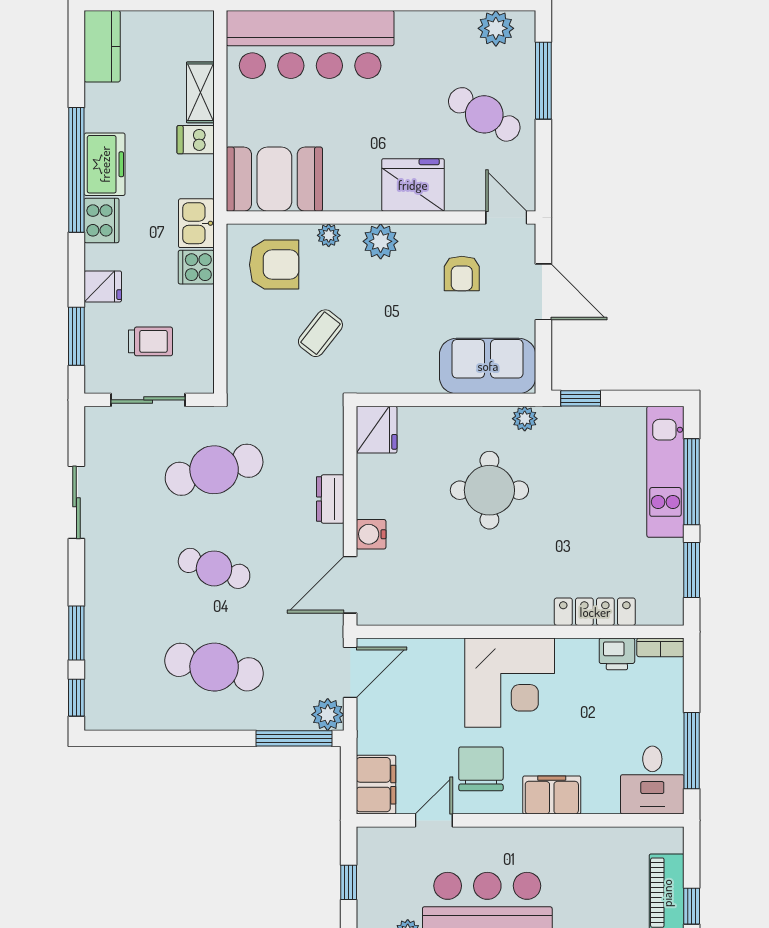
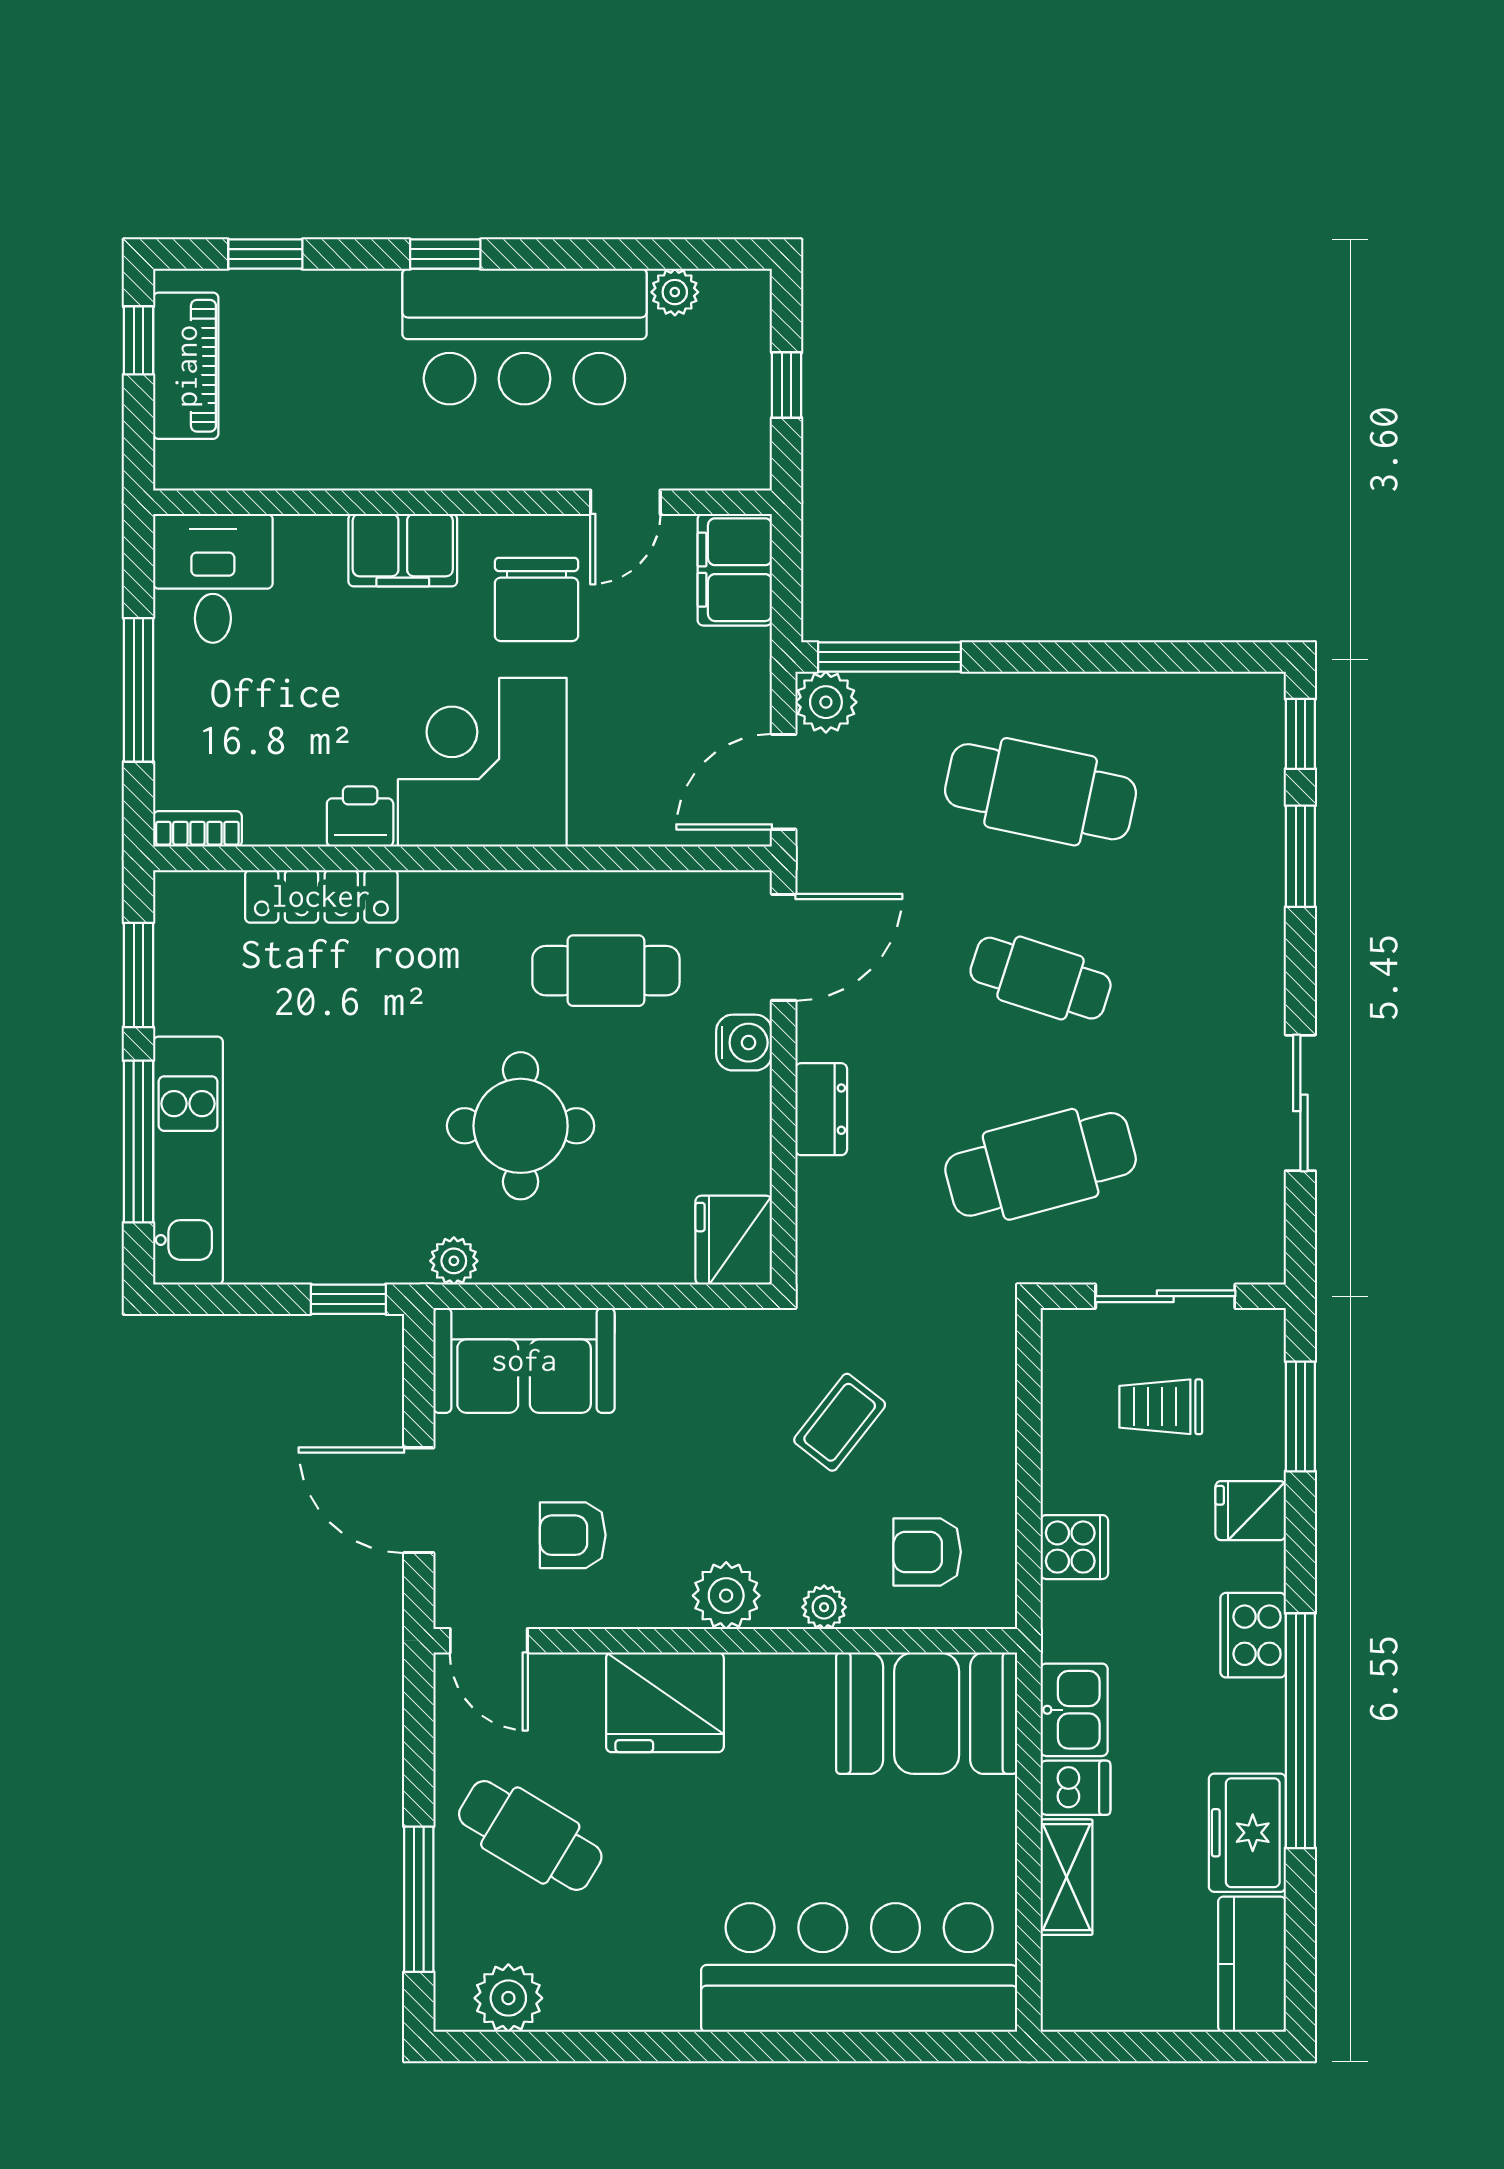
freezer: (105, 164) -> (1247, 1833), moved
kitchen sink: (196, 223) -> (1074, 1710), moved
armchair: (274, 265) -> (927, 1552), width x0.72, depth x0.72
armchair: (462, 273) -> (573, 1535), turned -90
cafe table: (444, 572) -> (606, 971), added
printer: (617, 654) -> (360, 816), moved
window: (692, 751) -> (138, 690), moved

